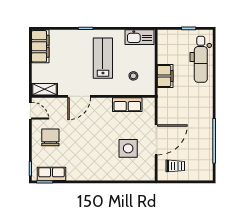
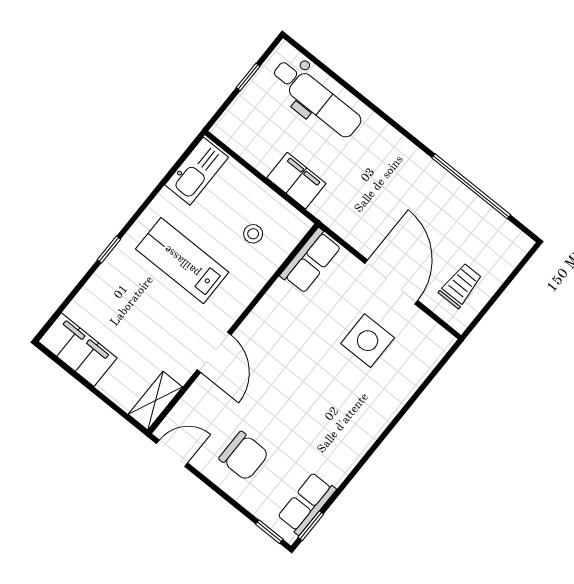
row of seats: (127, 105) -> (311, 261), moved
chair: (50, 137) -> (244, 456), turned 180

